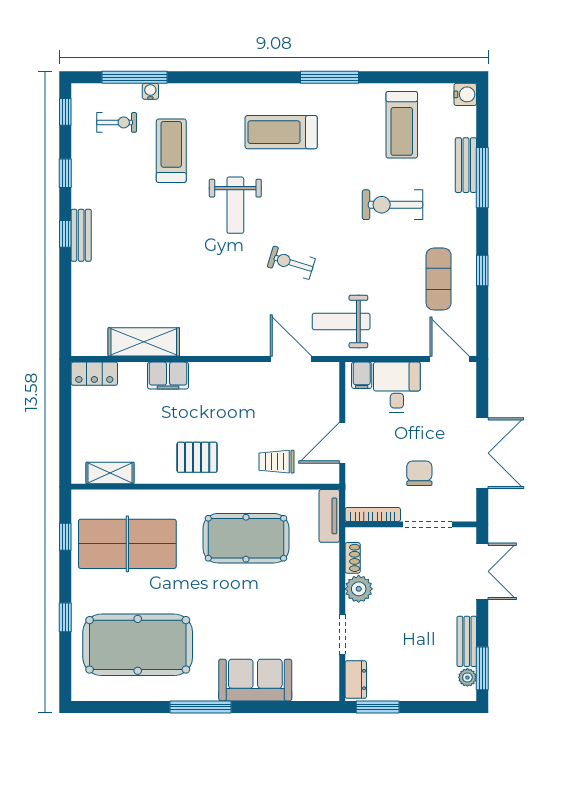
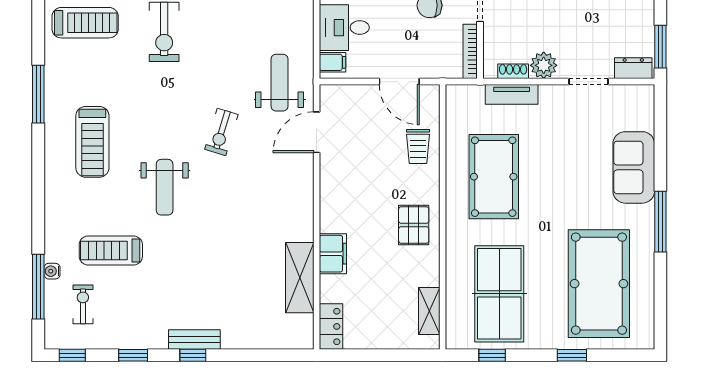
weight bench: (235, 205) -> (165, 187), turned 90
weight bench: (341, 321) -> (280, 83), turned 180
tv unit: (329, 516) -> (512, 94), moved

